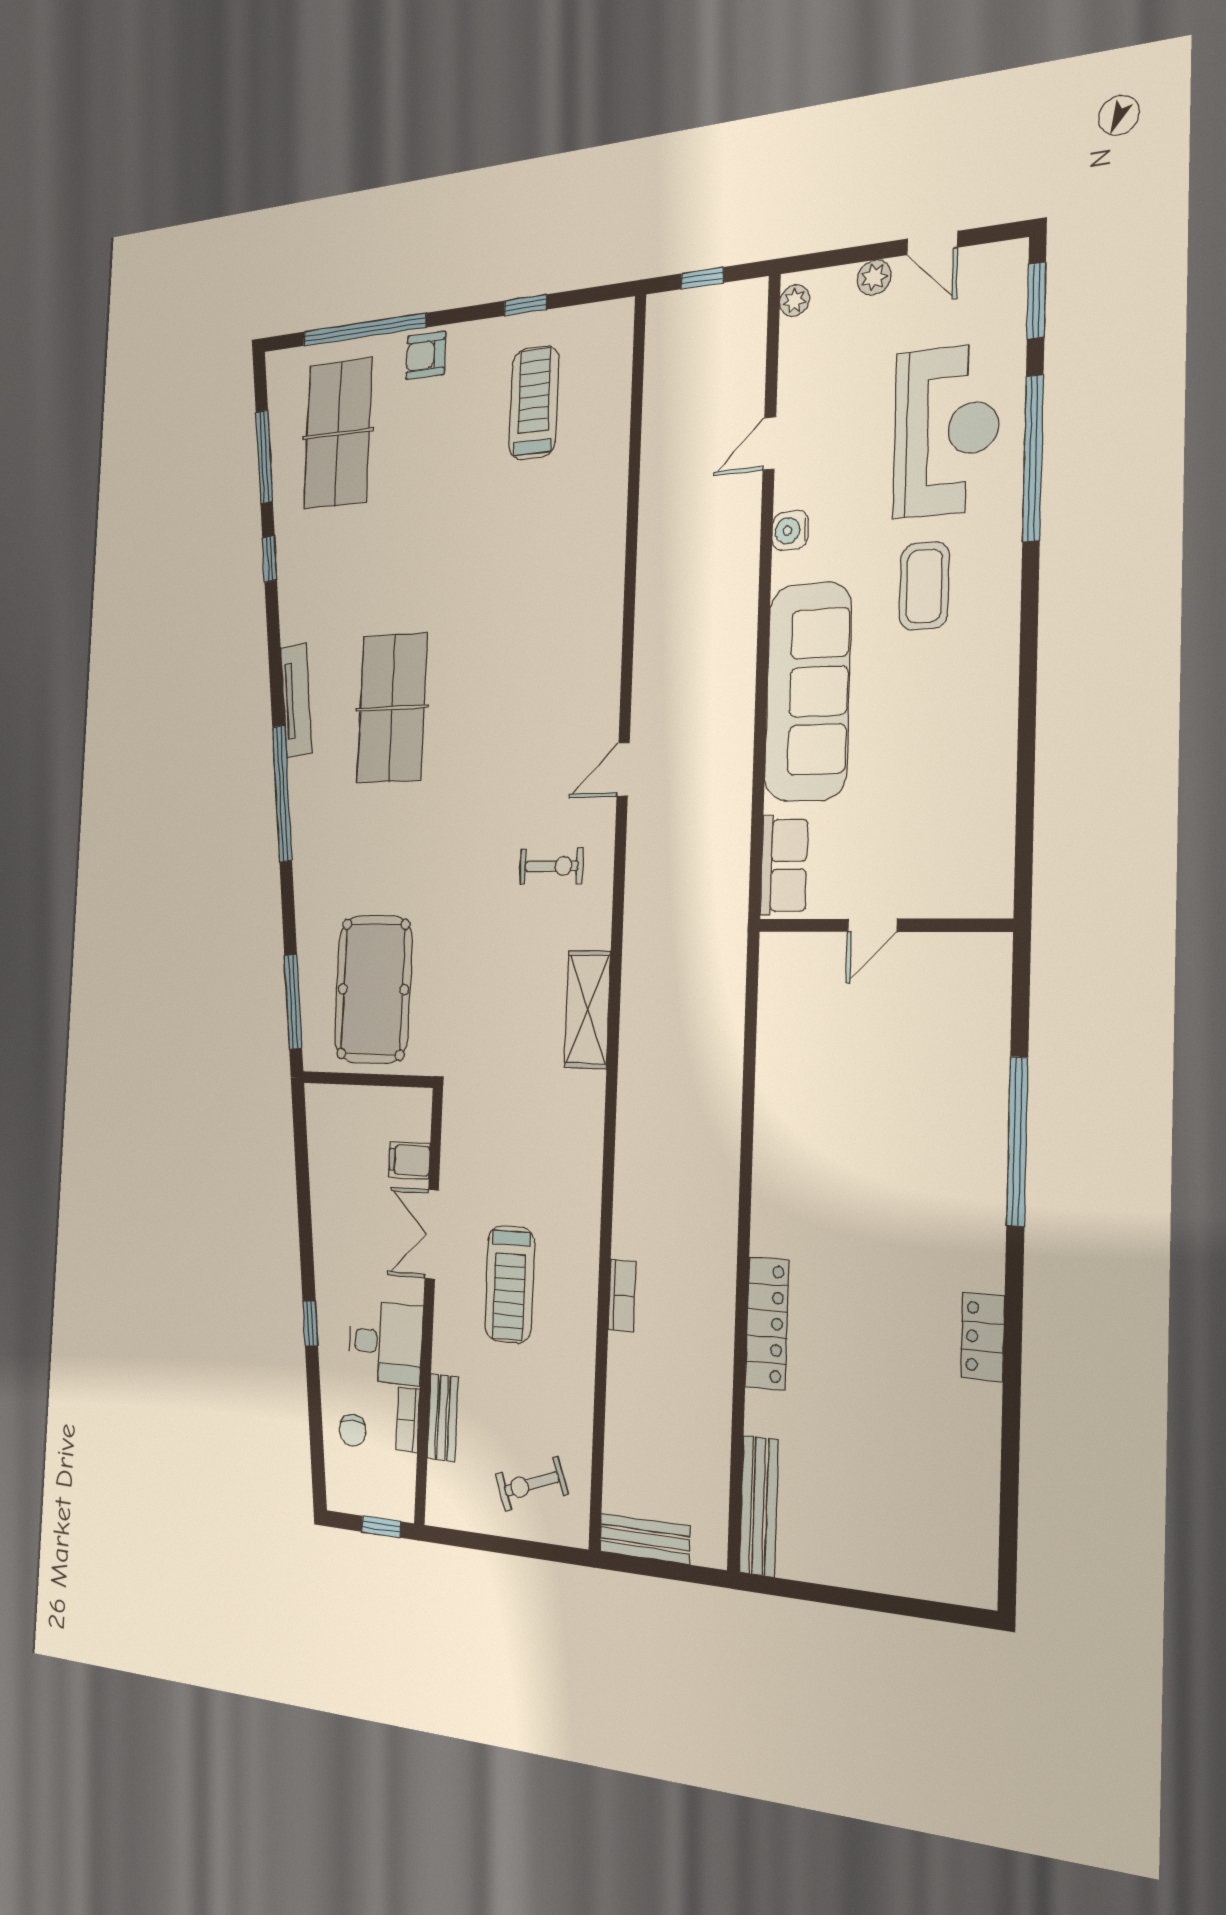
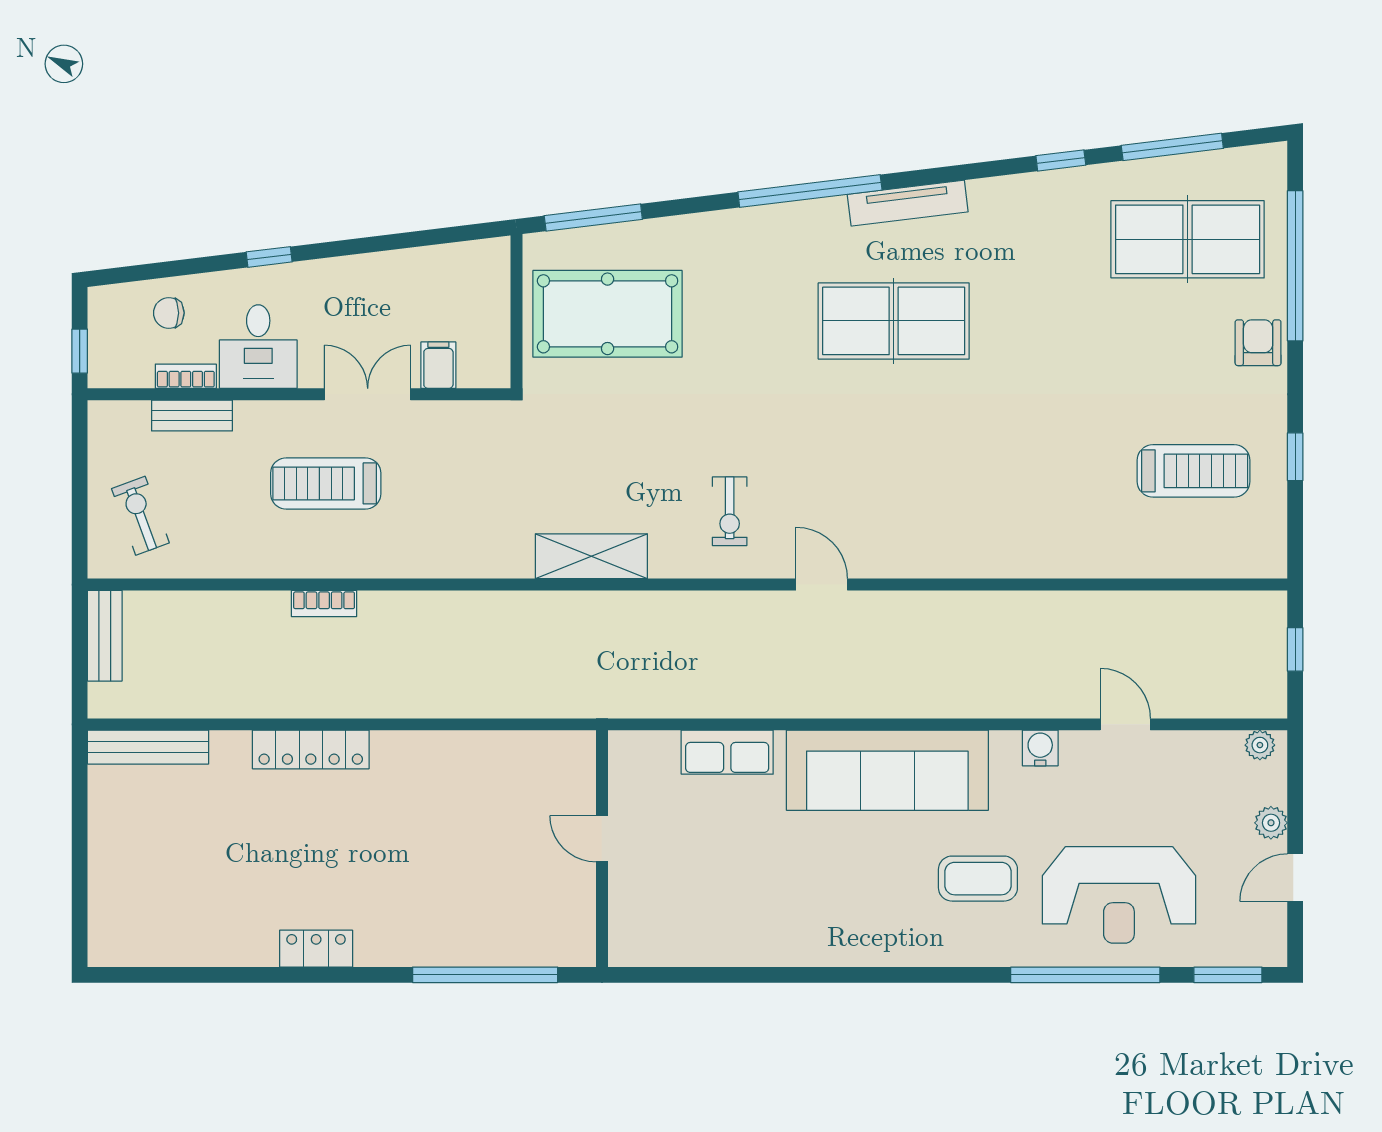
door: (872, 925) -> (602, 839), moved
wall: (883, 925) -> (602, 849), moved

